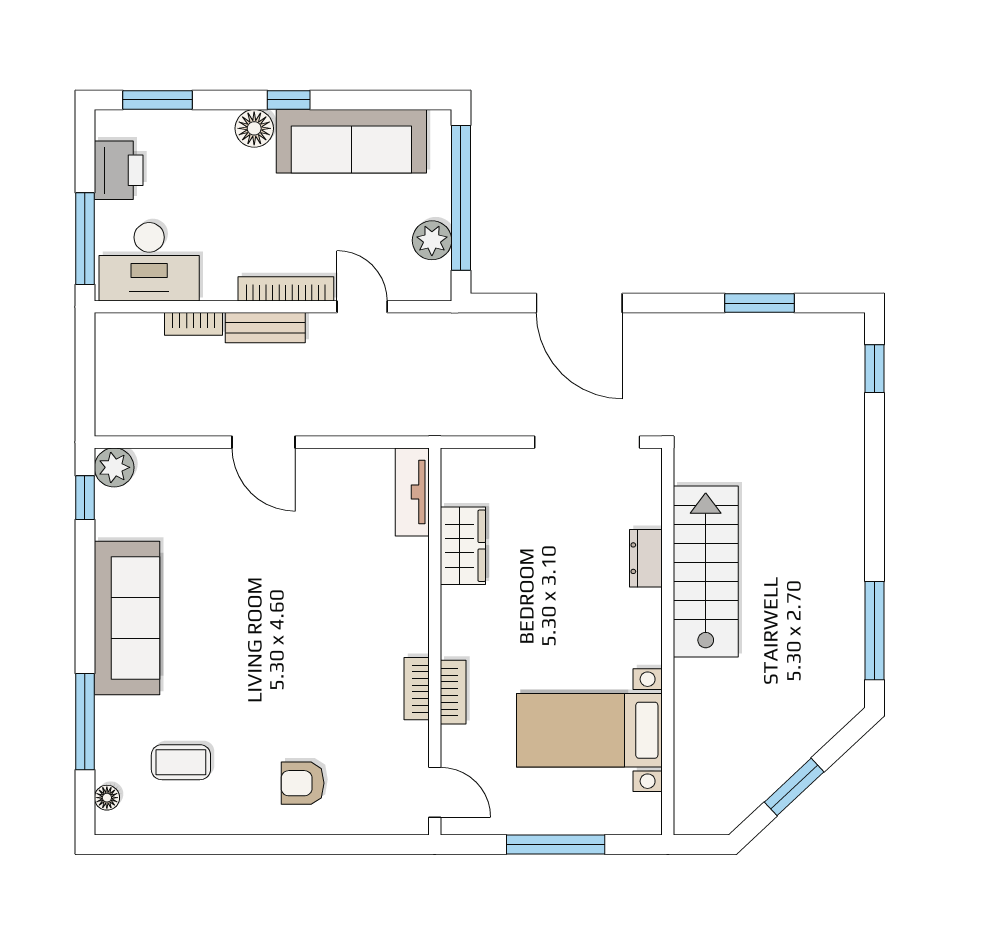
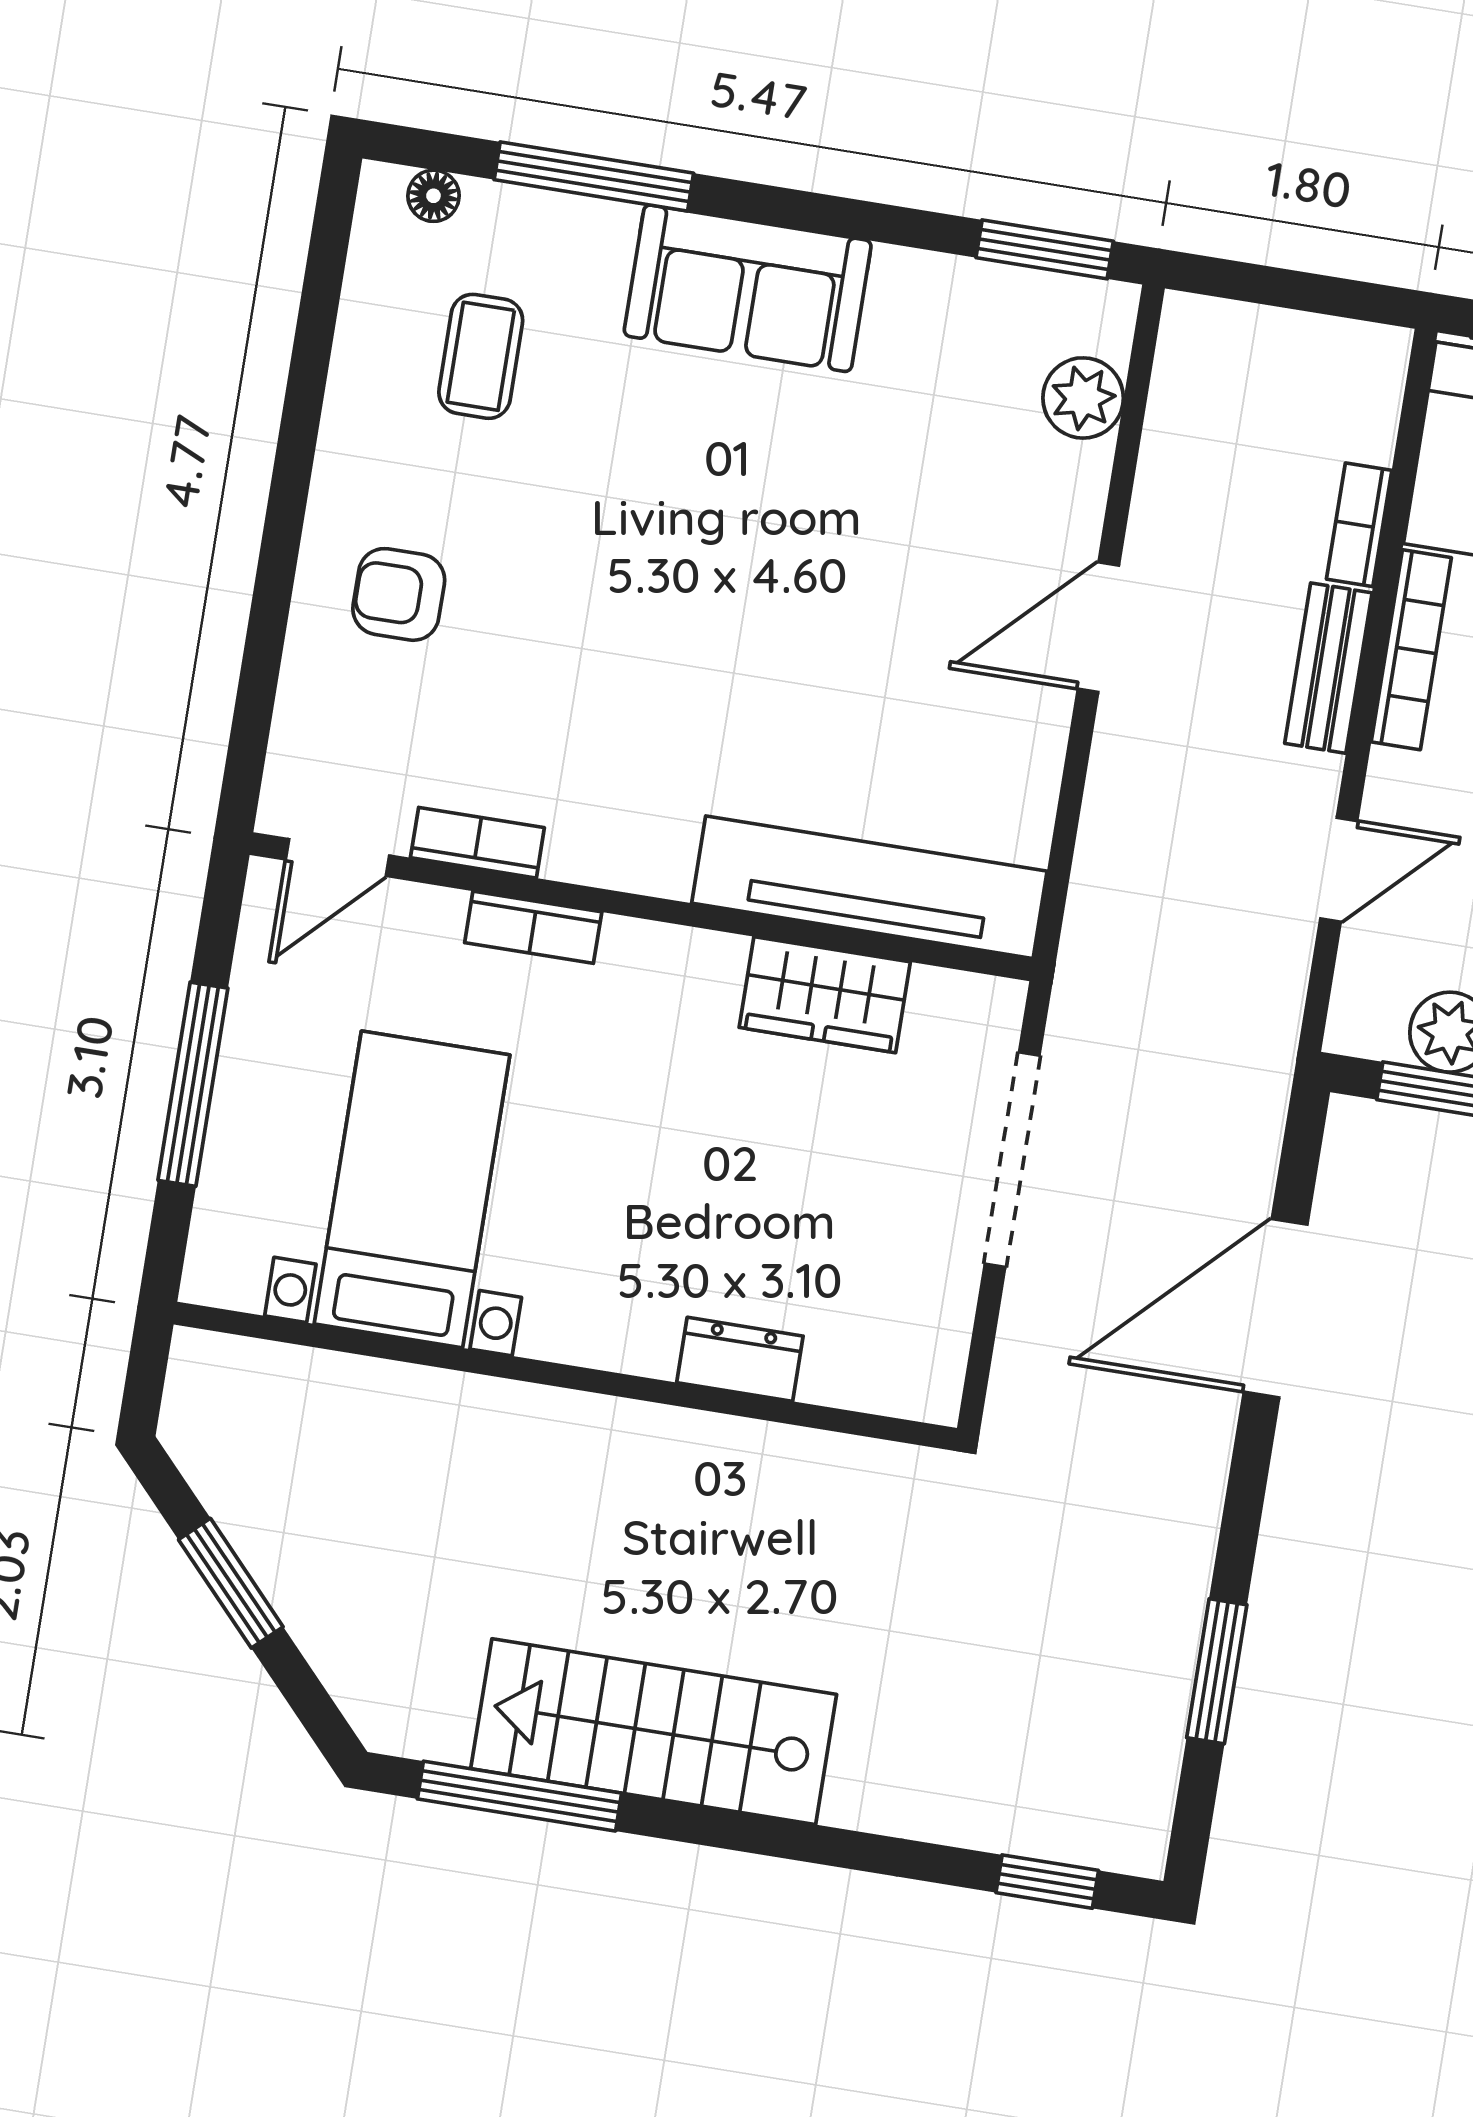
bookcase: (286, 289) -> (1411, 650), moved
doorway: (587, 442) -> (1012, 1160), moved
plant: (114, 467) -> (1083, 398), moved
tv unit: (412, 492) -> (869, 887), width x1.92, depth x1.29
window: (85, 498) -> (1045, 249), width x1.50
stairs: (706, 572) -> (654, 1732), moved, turned 180
sofa: (127, 618) -> (748, 288), width x0.73
bookcase: (417, 689) -> (477, 843), moved
armchair: (303, 783) -> (399, 594), turned -90

